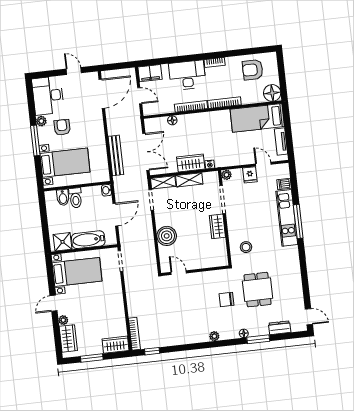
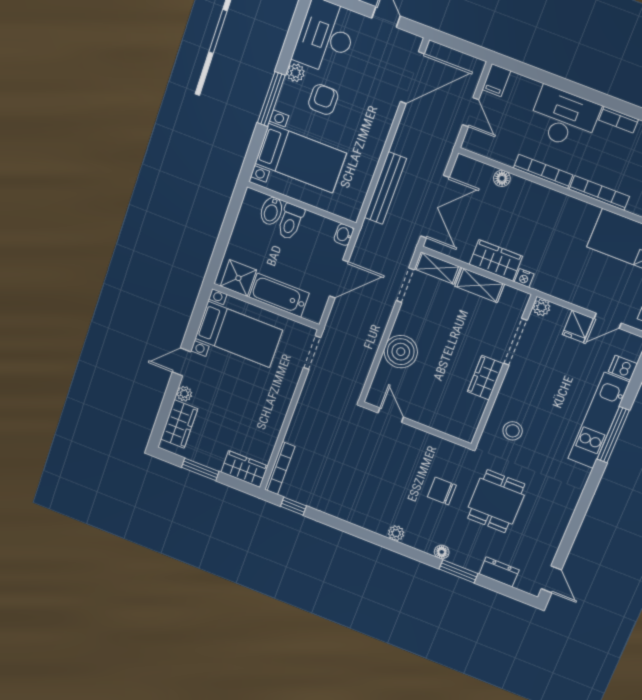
filing cabinet: (150, 73) -> (496, 80), width x0.50
door: (263, 164) -> (608, 321), swing flipped

